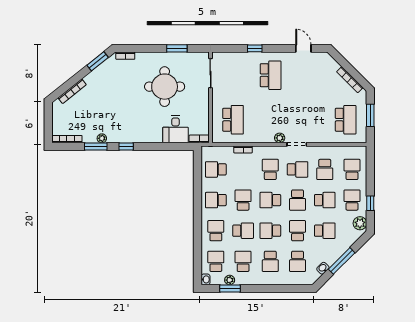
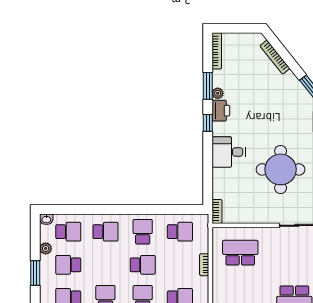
school desk: (233, 120) -> (240, 253), turned 180
desk: (176, 129) -> (229, 152), moved
printer: (116, 136) -> (221, 111), added
school desk: (216, 169) -> (180, 232), turned 90
school desk: (243, 231) -> (105, 265), removed
school desk: (243, 261) -> (68, 265), turned 180
window: (230, 289) -> (35, 273), moved

